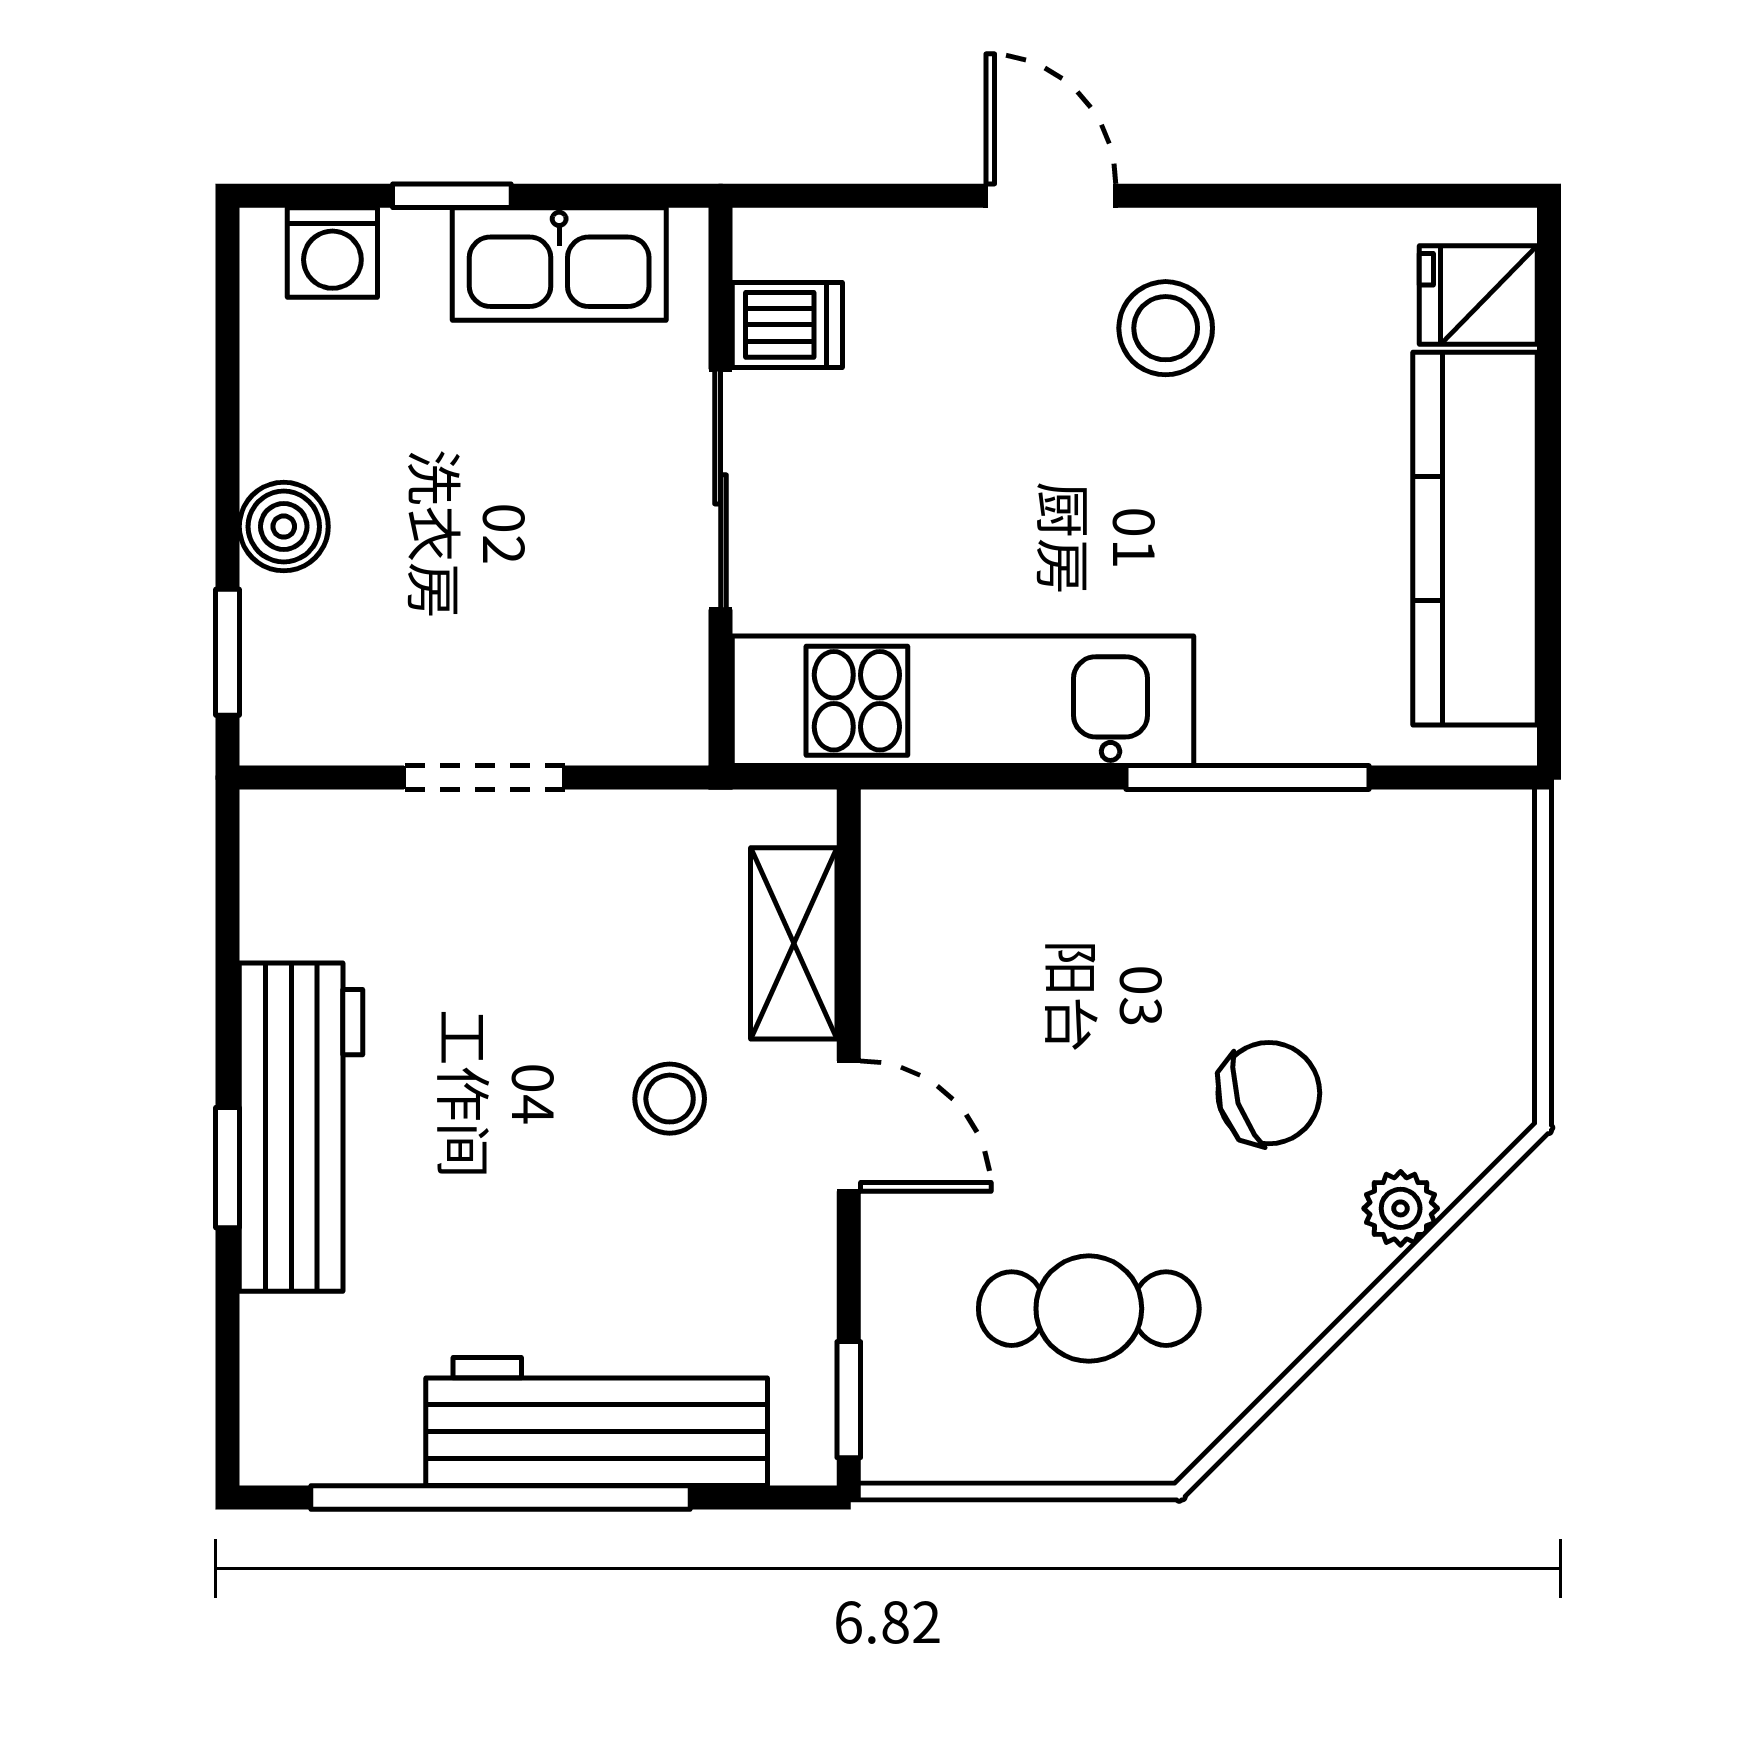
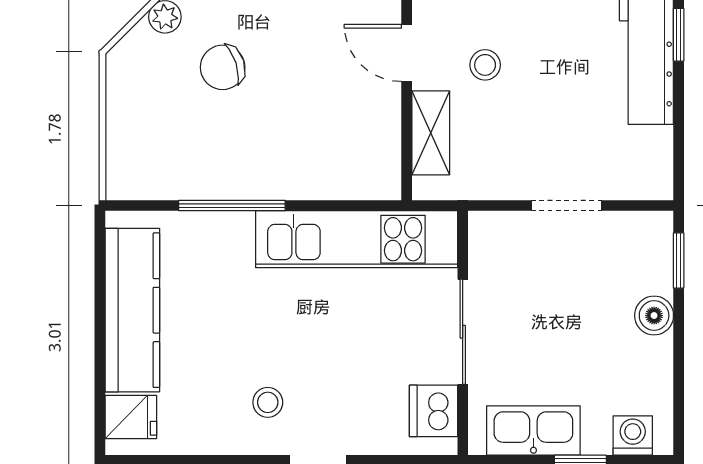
dishwasher: (787, 325) -> (433, 411), width x1.38
stool: (1166, 328) -> (268, 402), width x0.73, depth x0.73

